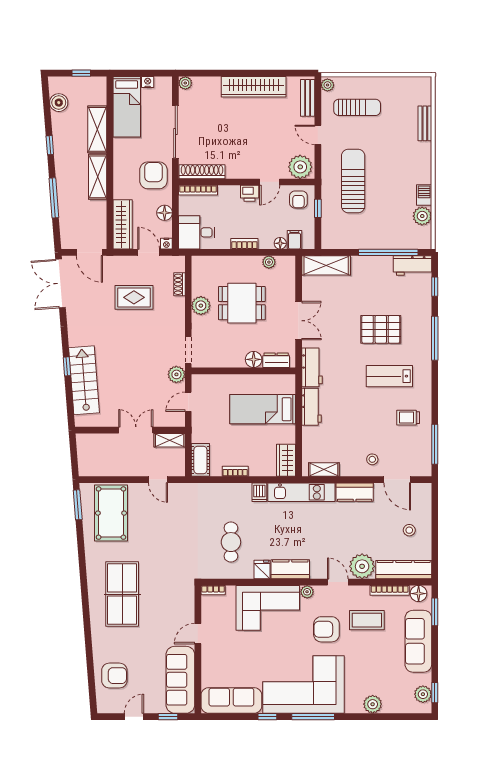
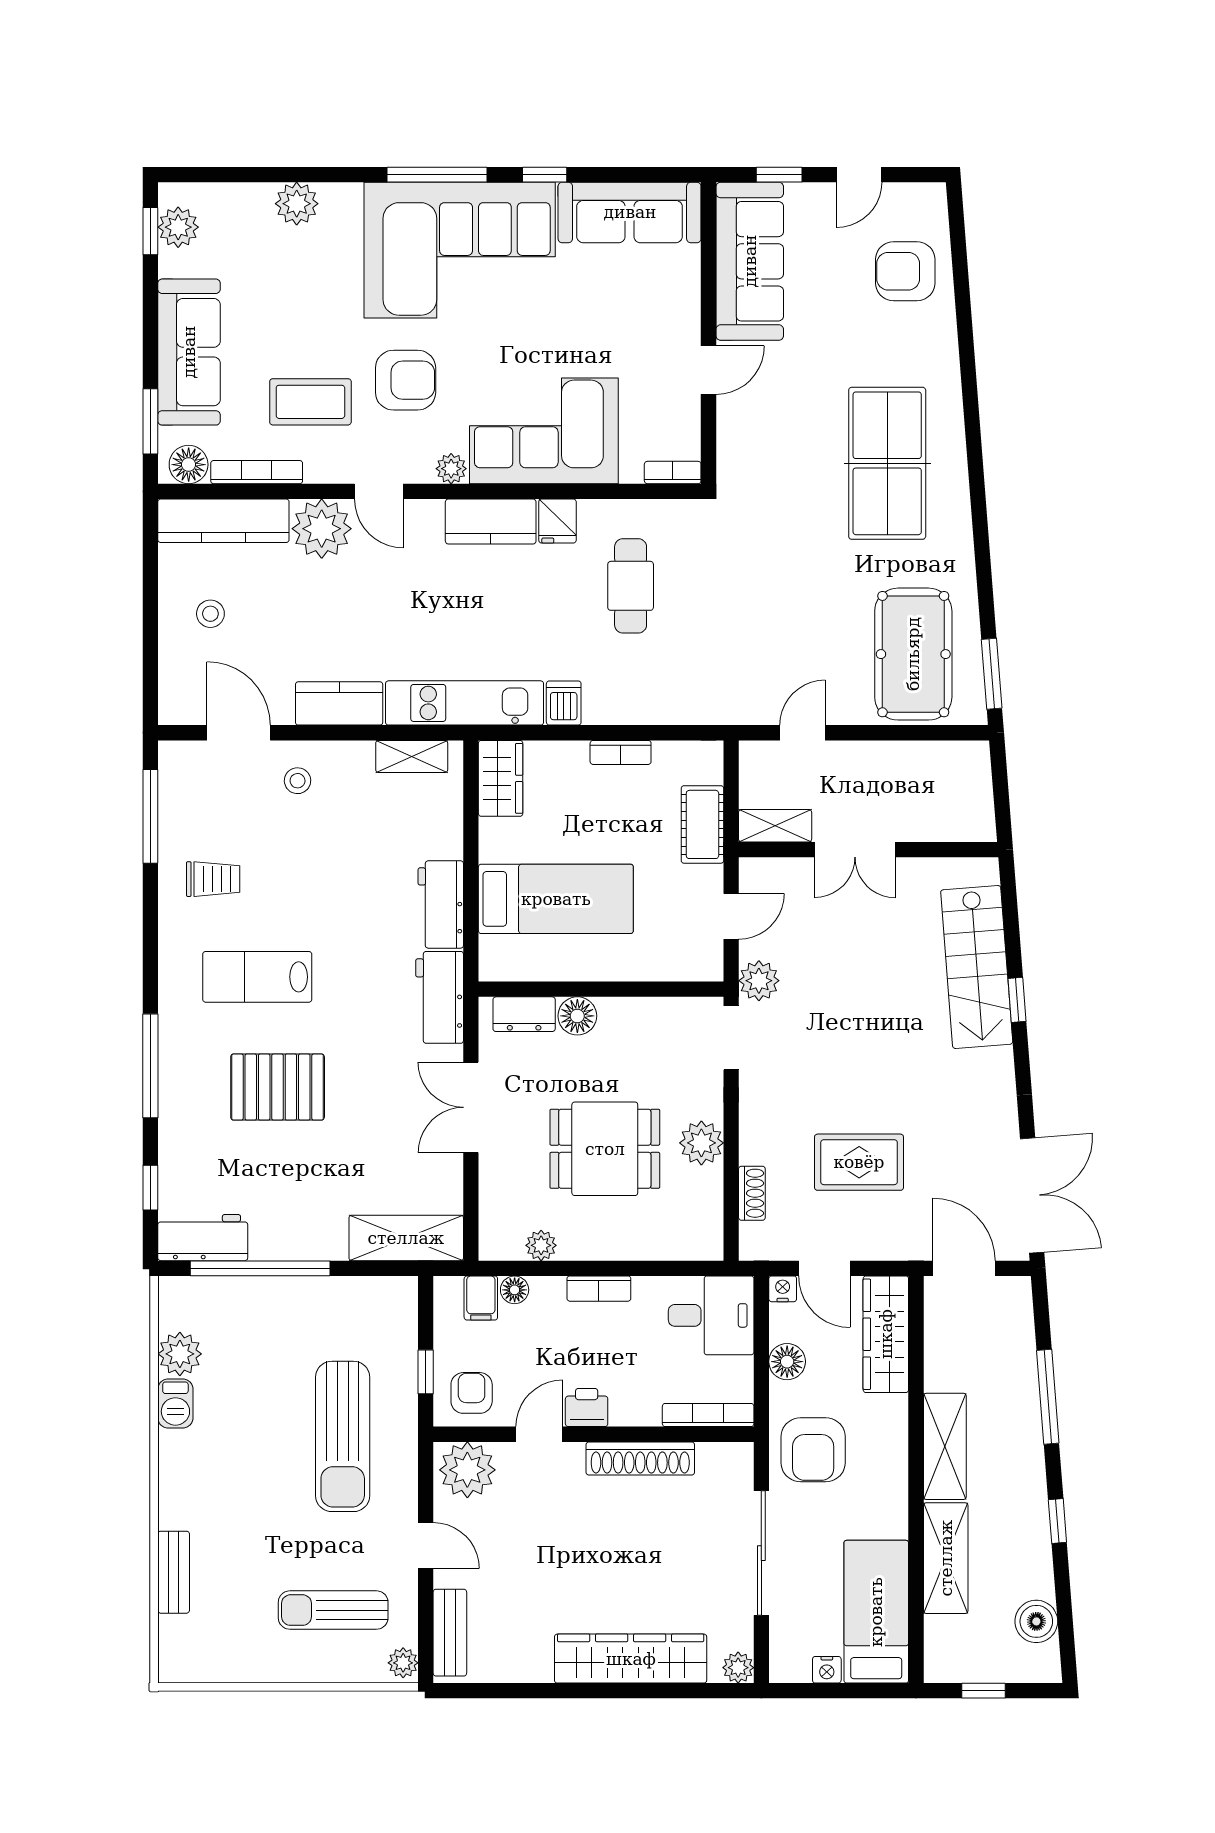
wardrobe: (254, 87) -> (631, 1659), moved
shoe rack: (202, 172) -> (640, 1458), moved
lab bench: (389, 376) -> (257, 977), turned 180
cot: (200, 460) -> (702, 824), moved
door: (158, 480) -> (803, 733), hinge flipped

